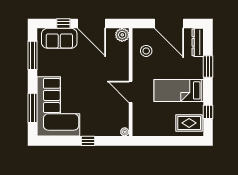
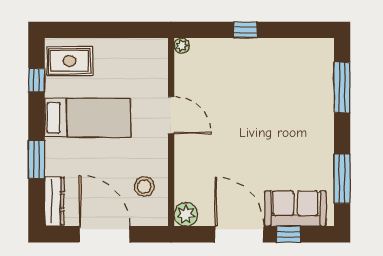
corner sofa: (58, 106) -> (297, 90), removed

